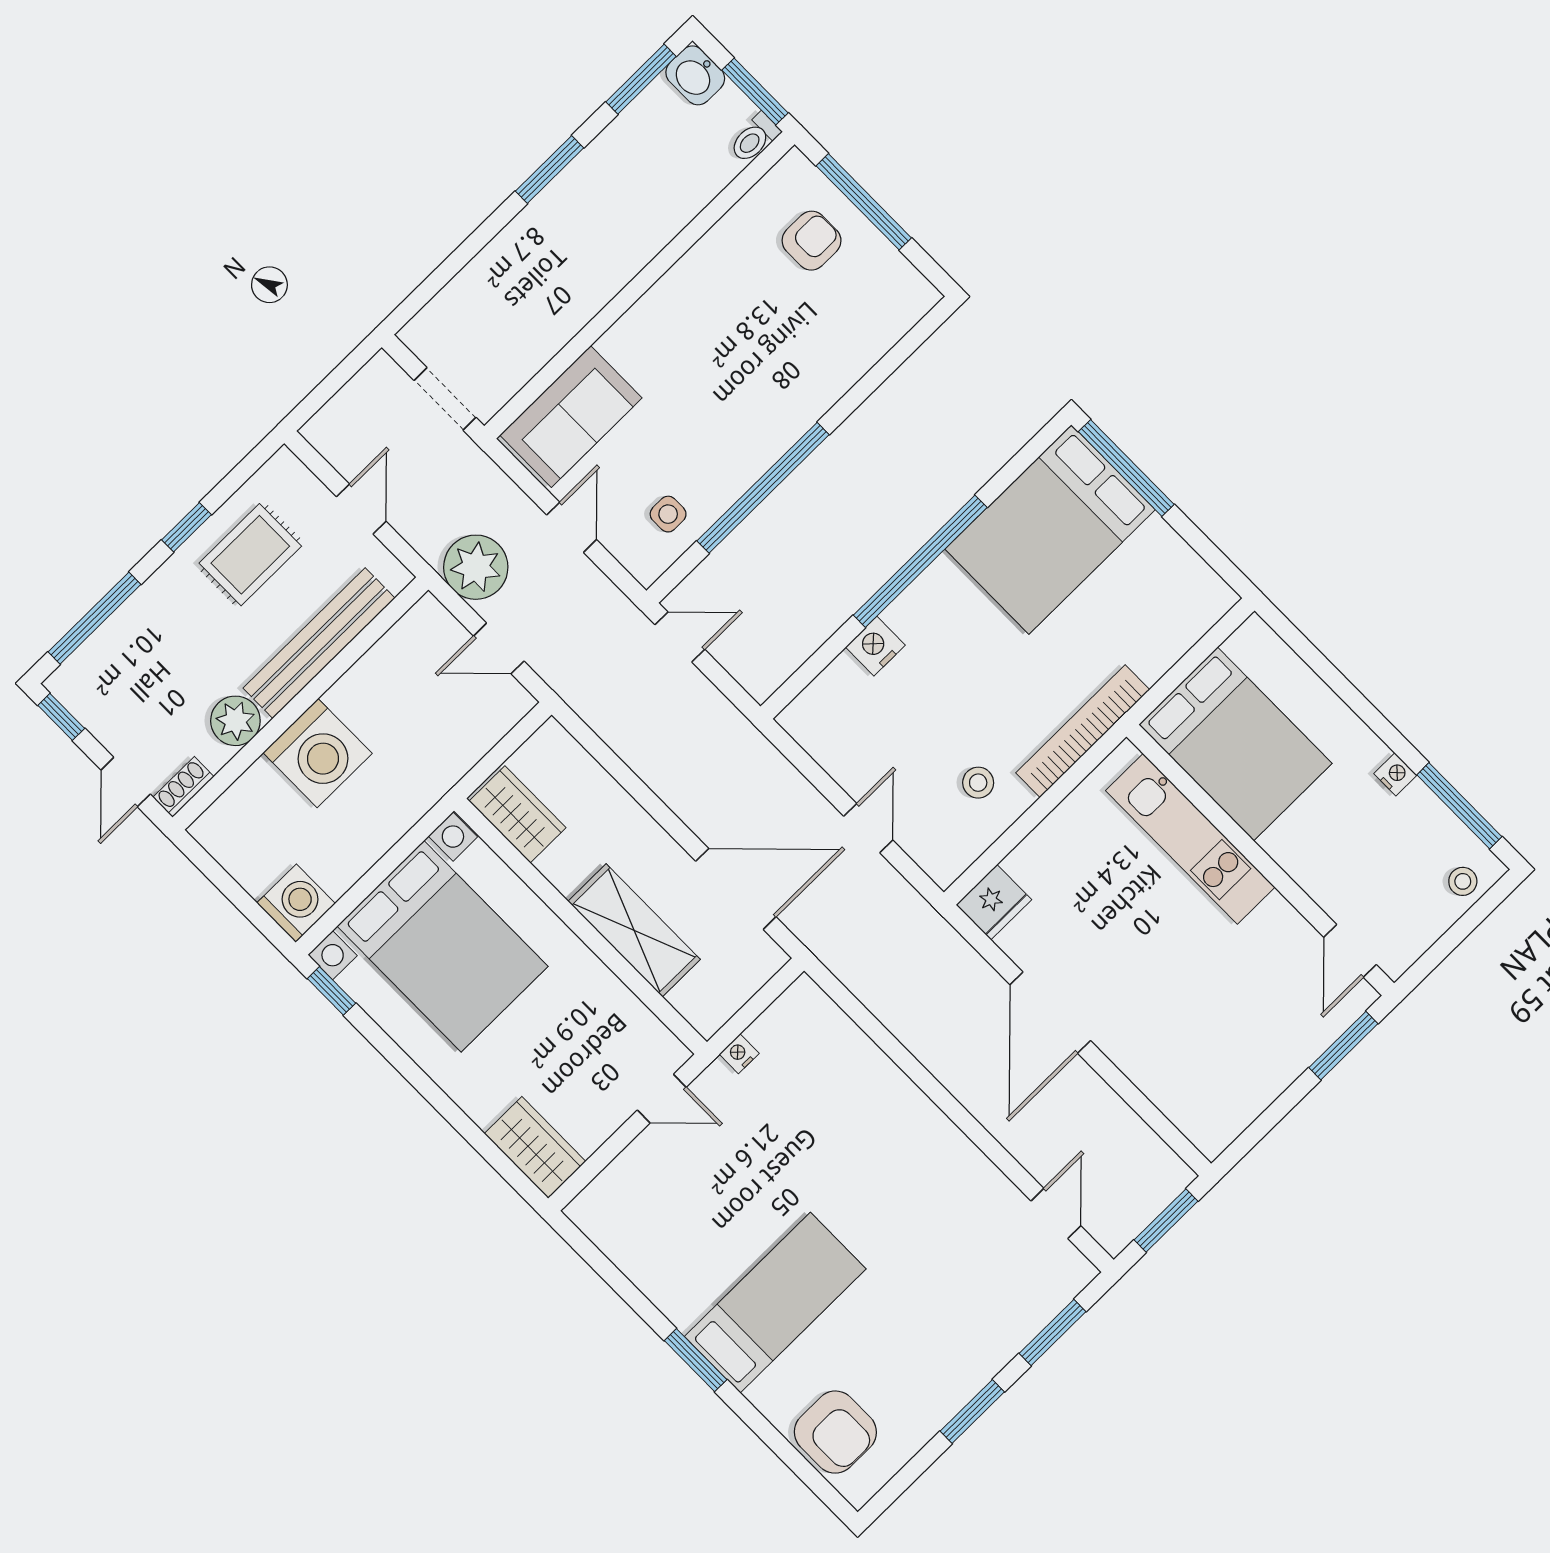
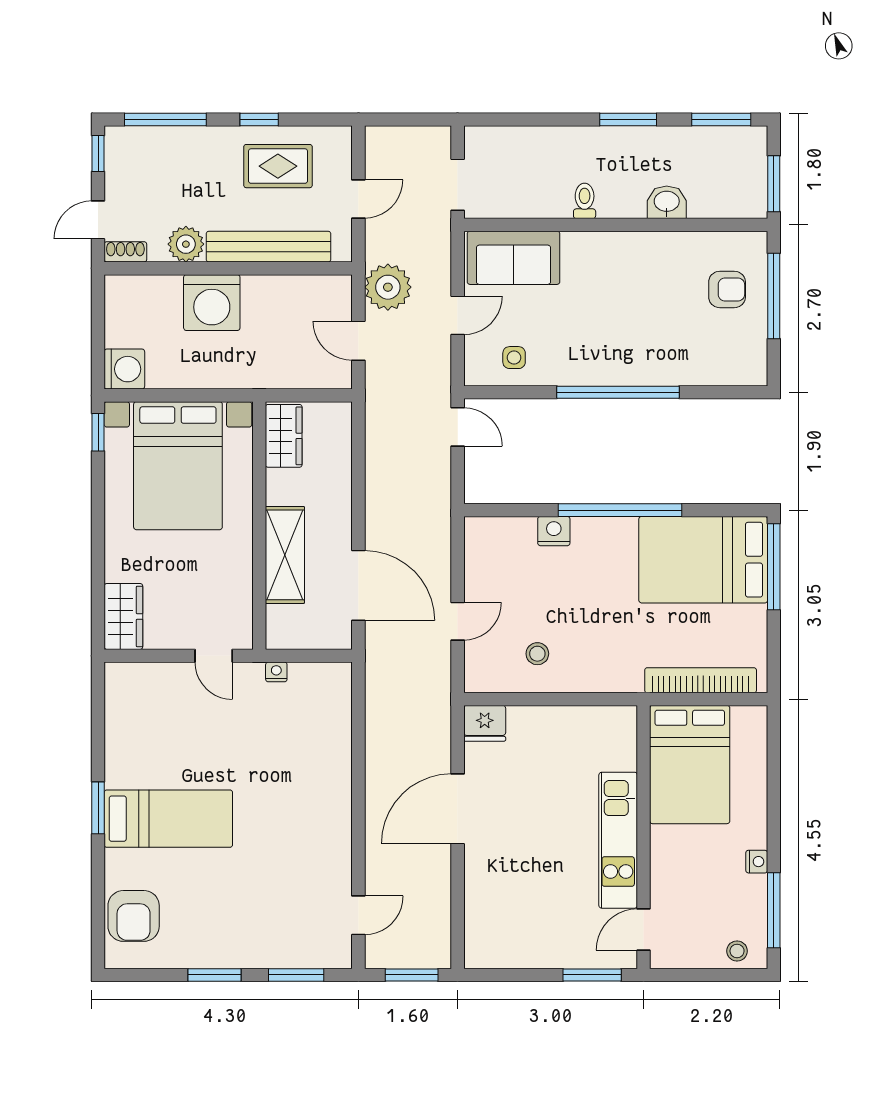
washbasin: (695, 75) -> (667, 202), moved, turned 90
toilet: (755, 138) -> (585, 201), moved, turned 90
window: (763, 488) -> (618, 392), moved
bookcase: (1083, 731) -> (701, 680), moved
kitchen unit: (1190, 839) -> (618, 840), moved

